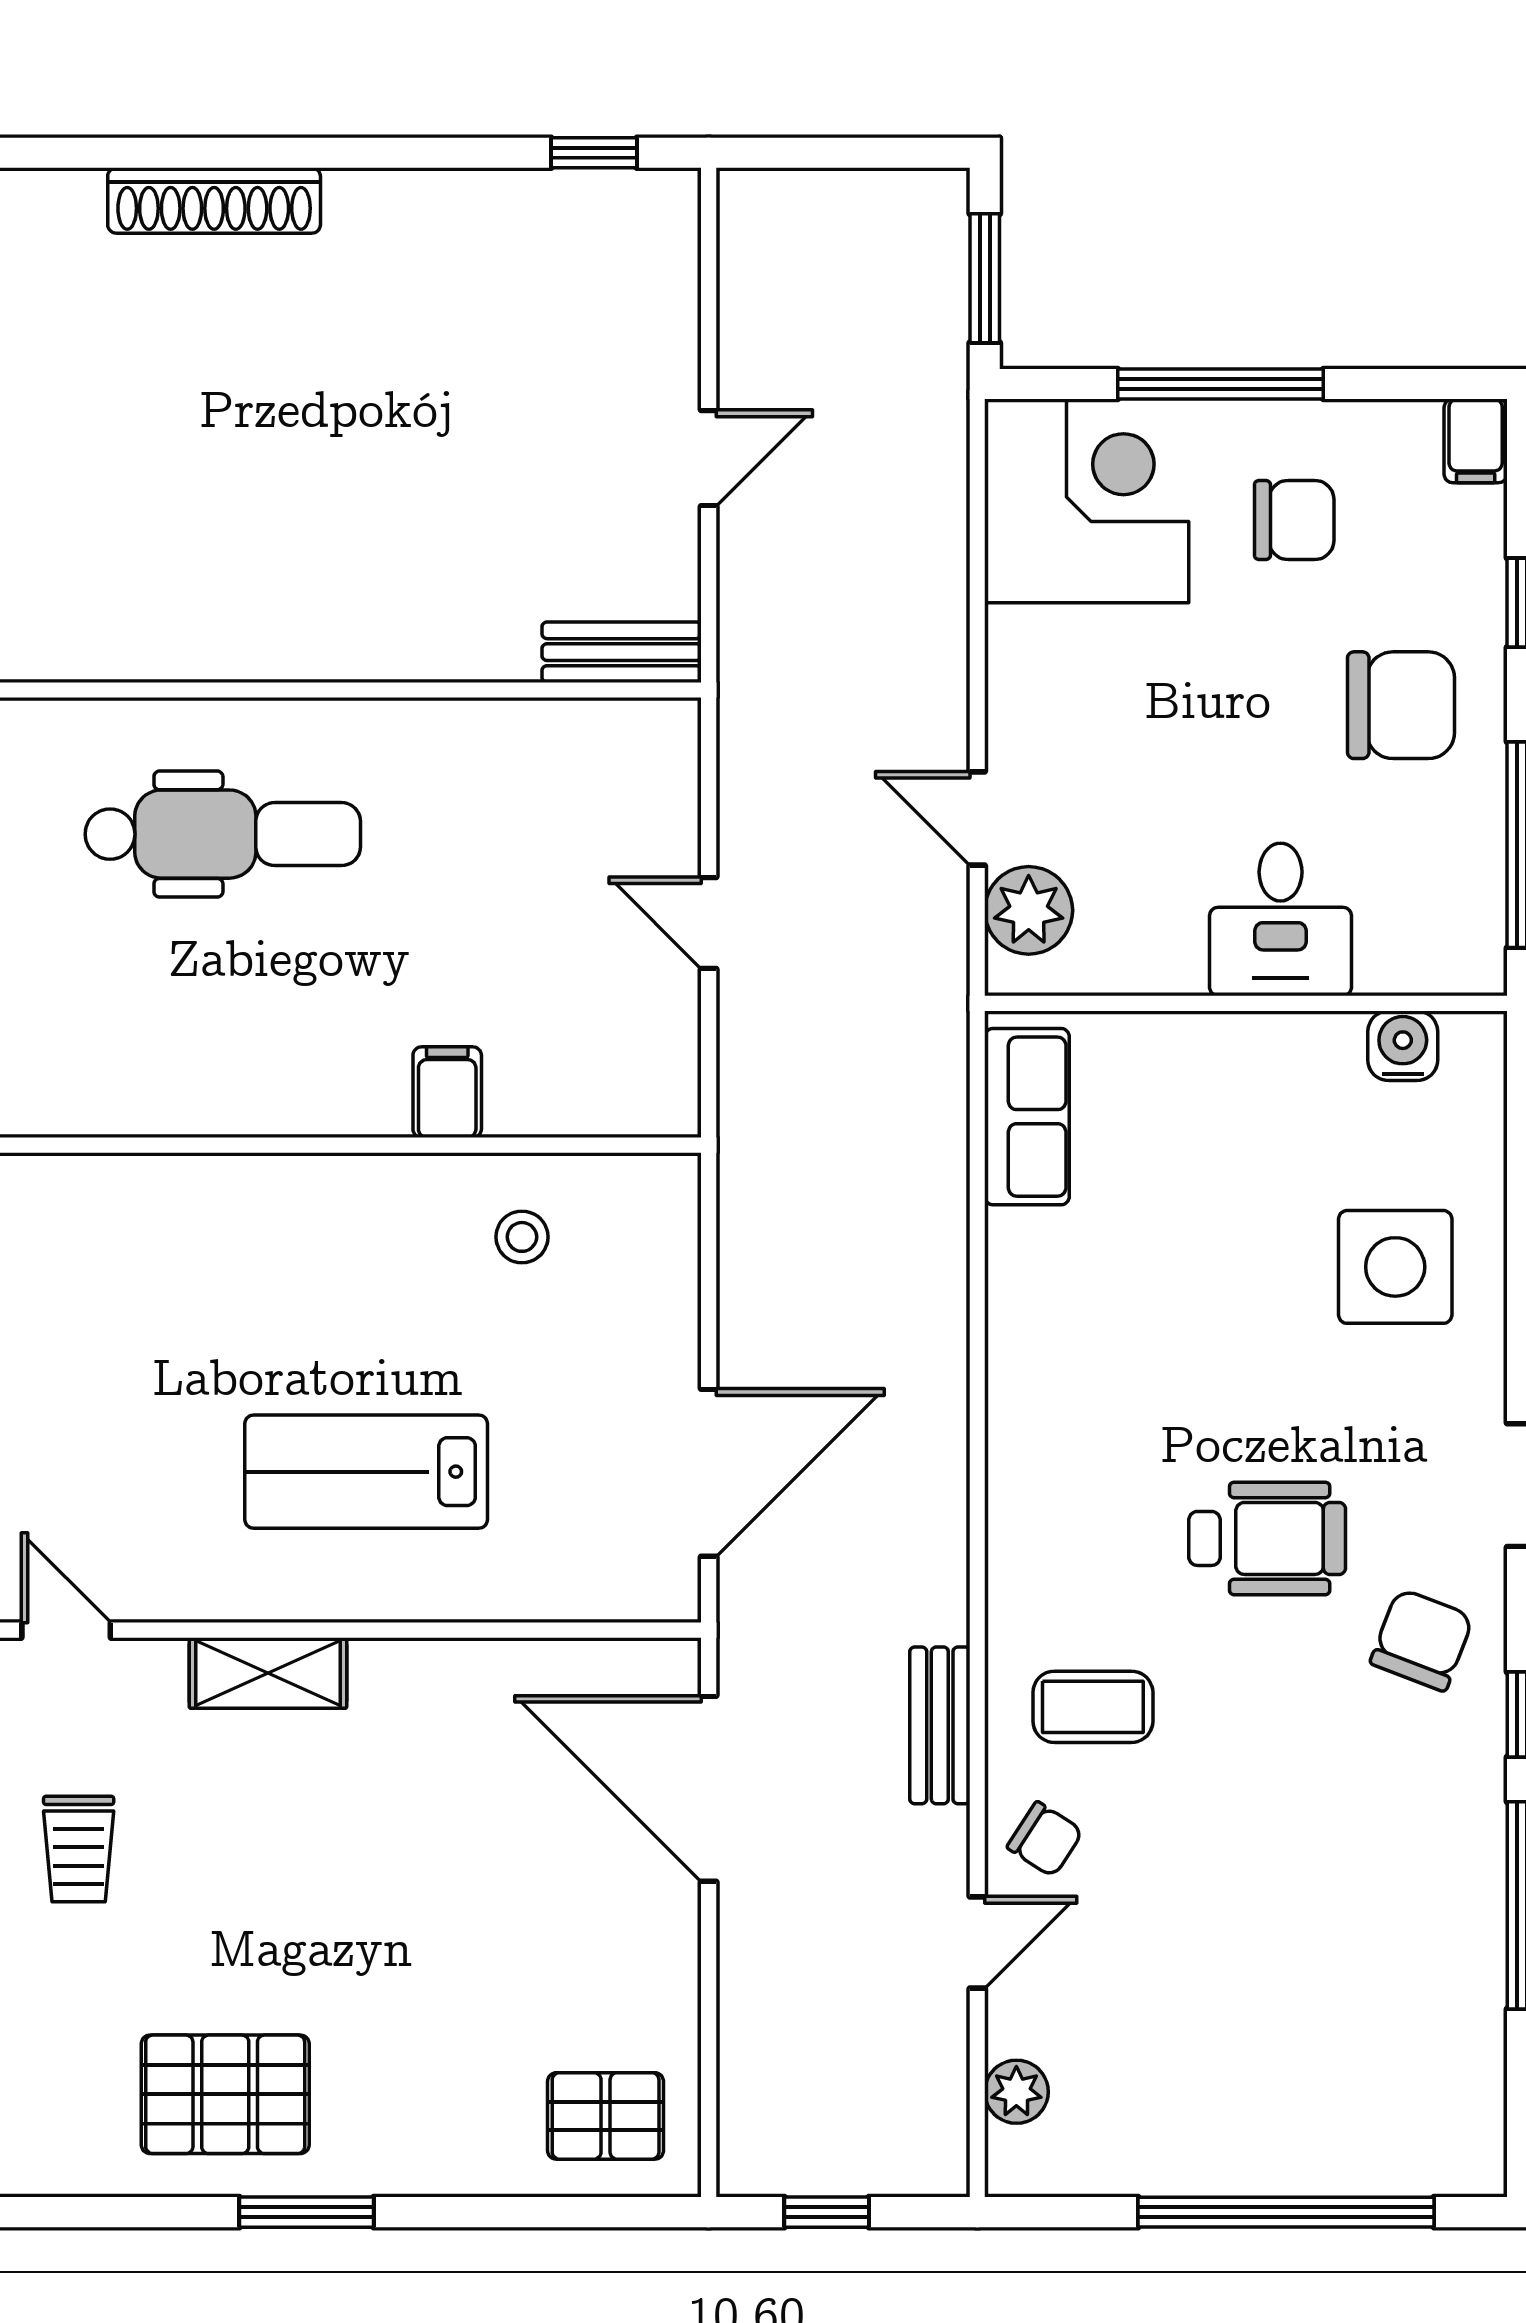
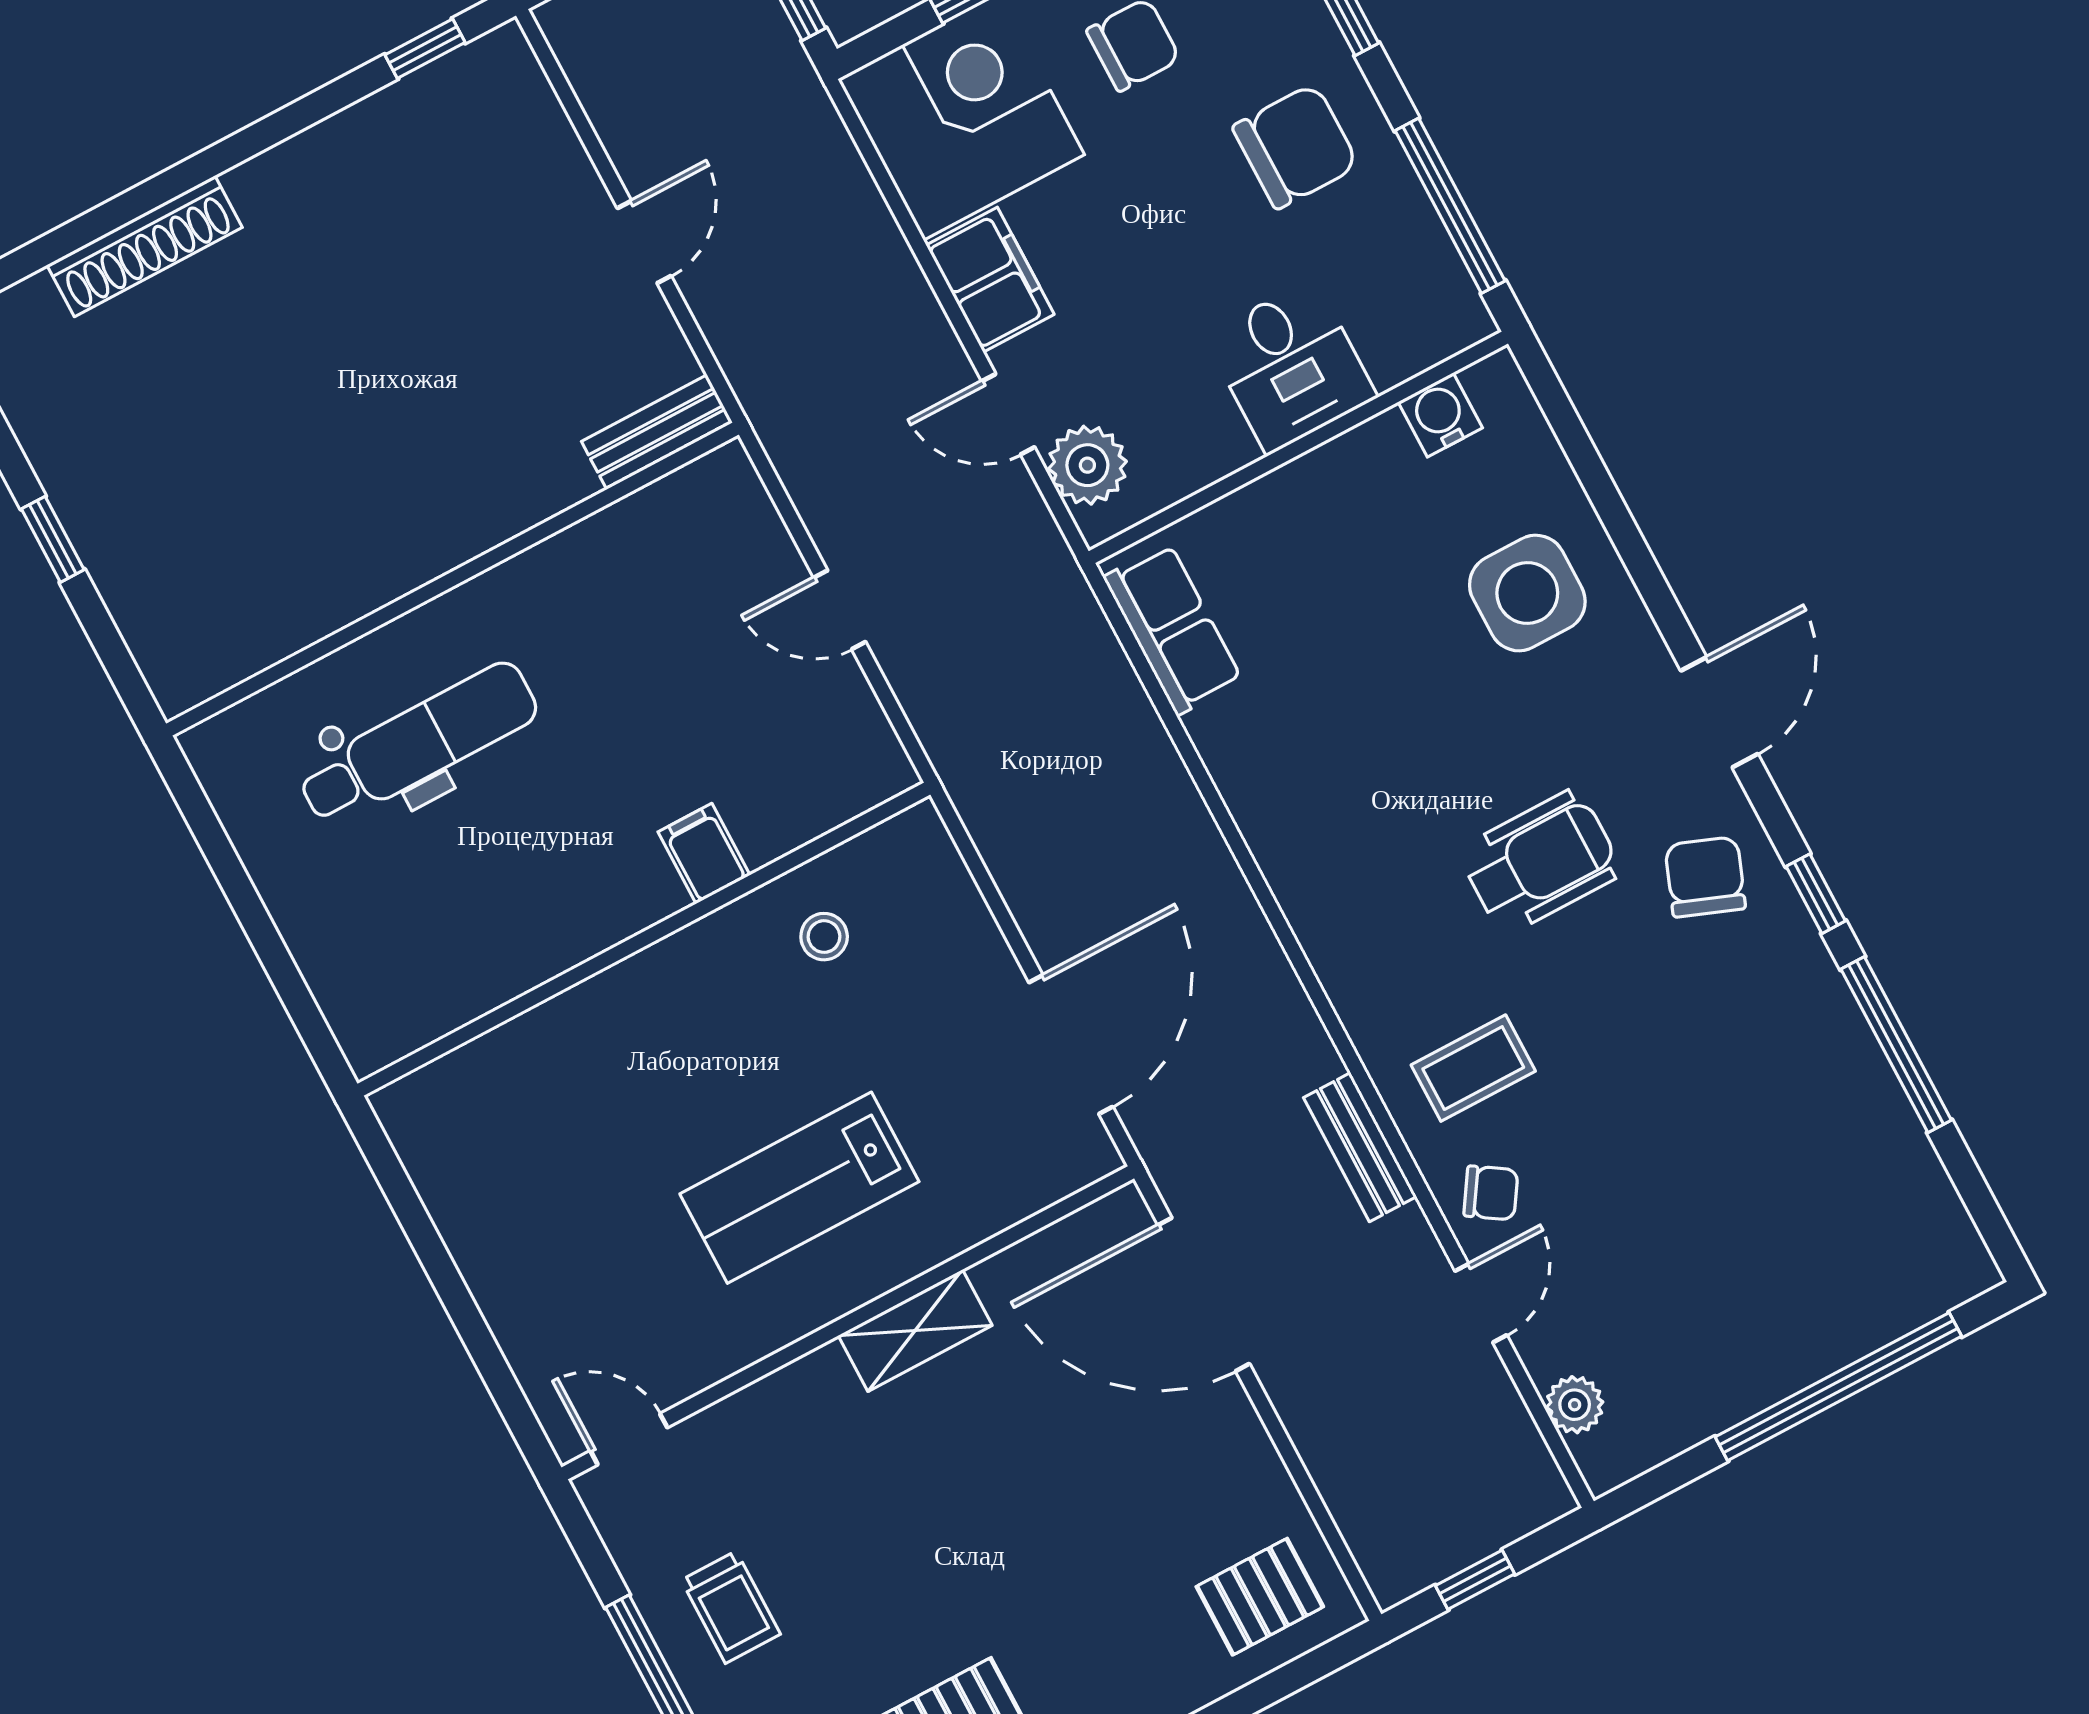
filing cabinet: (1030, 677) -> (990, 280), added
shelving: (268, 1673) -> (915, 1330), moved

